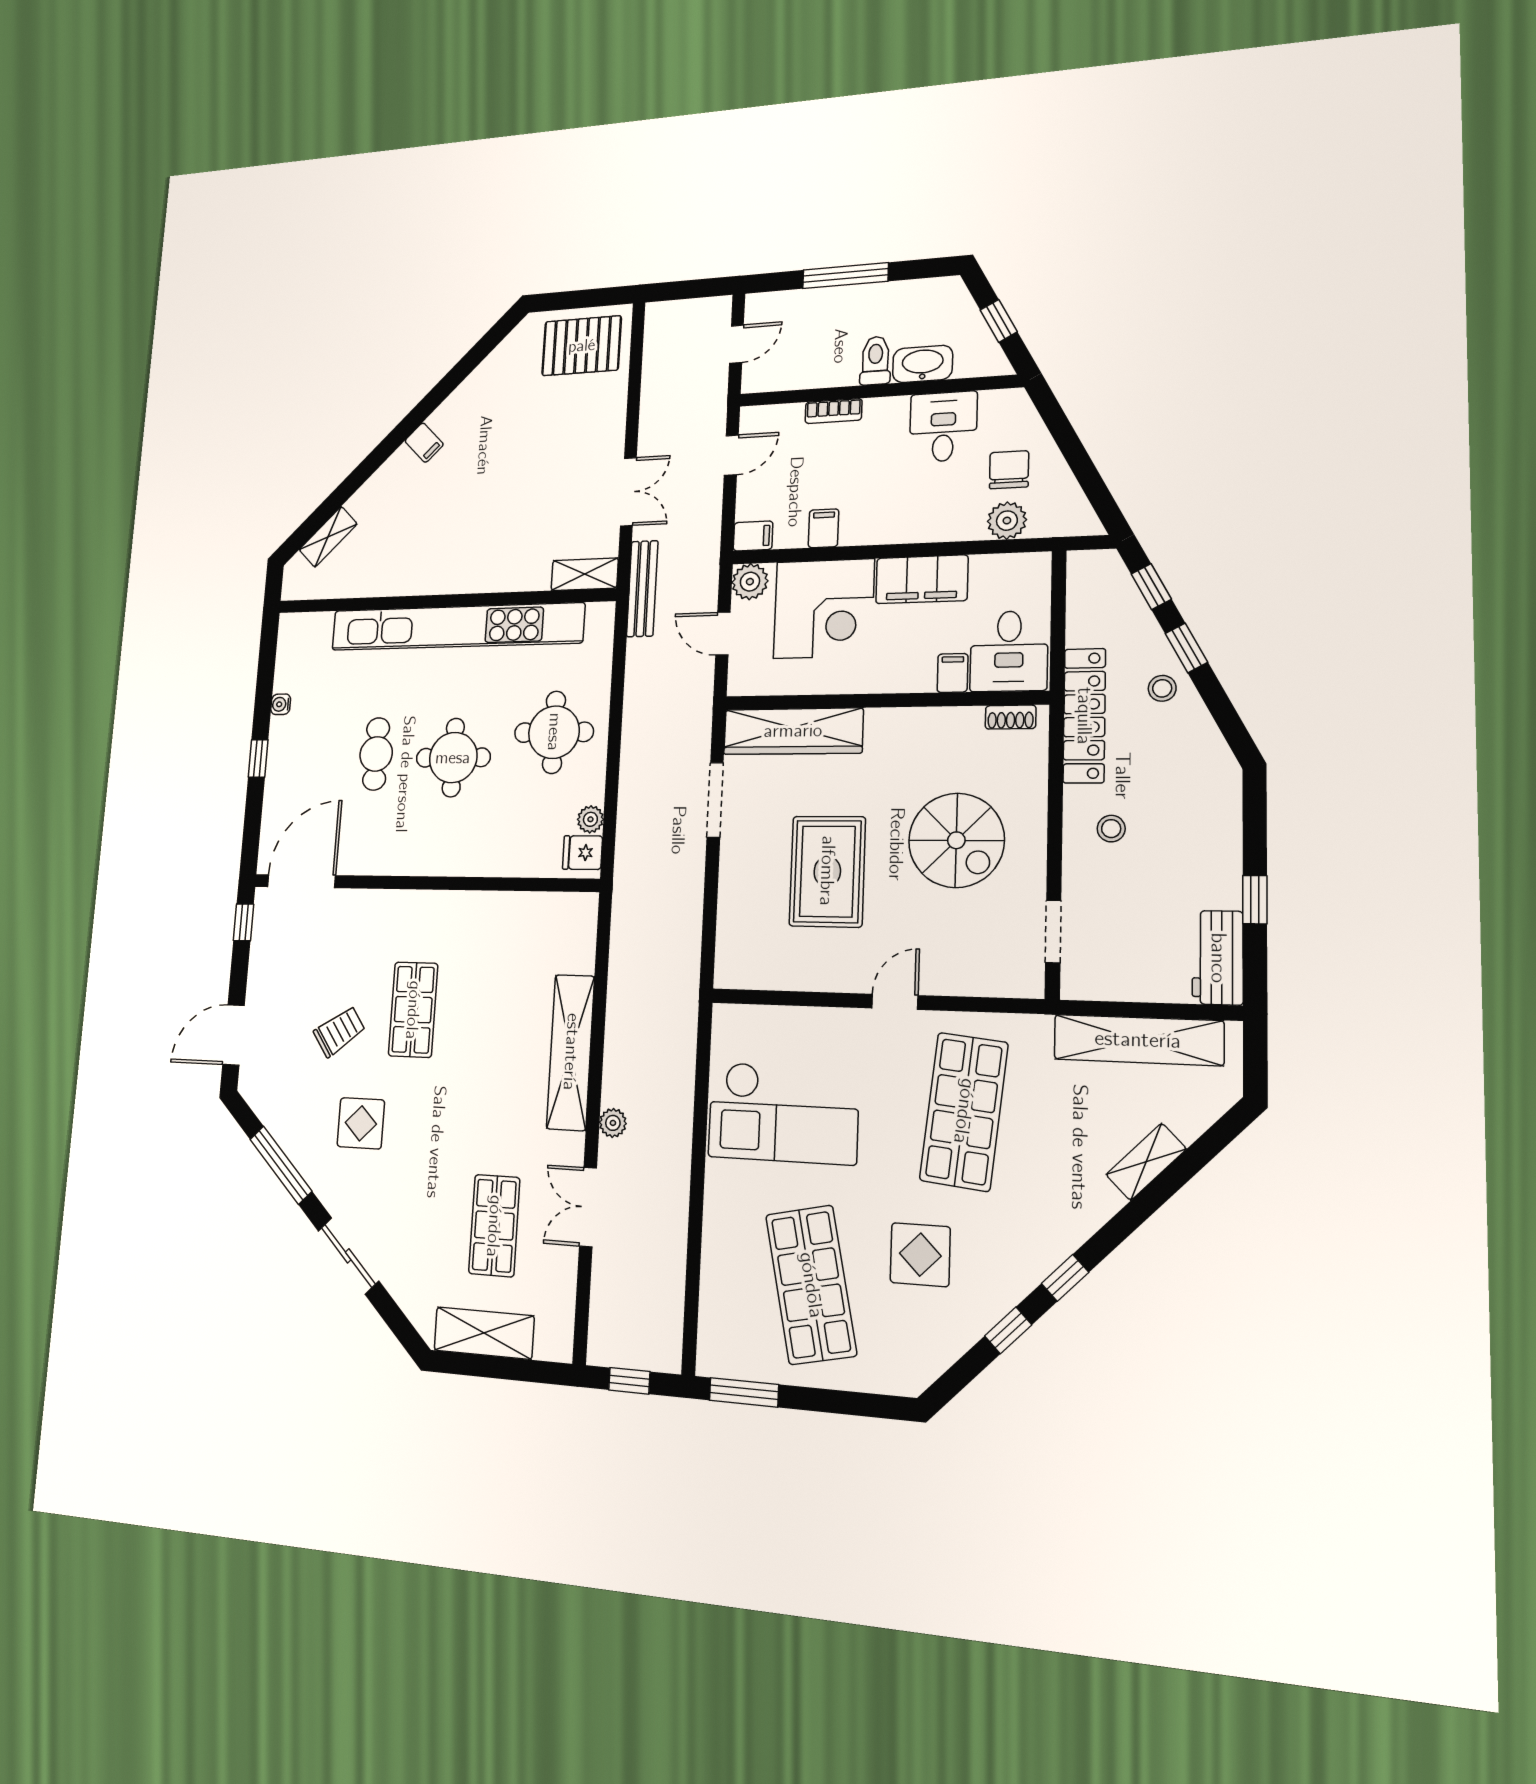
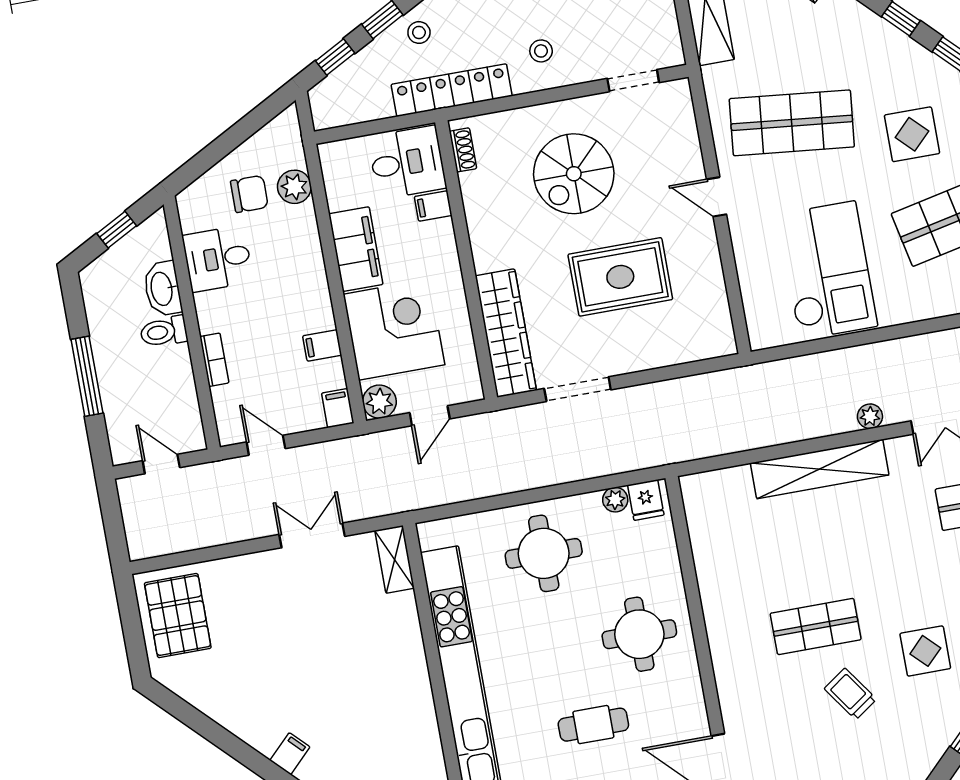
chair: (1009, 470) -> (249, 194), turned 180
bench: (642, 589) -> (400, 501), removed
round table: (453, 758) -> (639, 634), moved
spiral stairs: (956, 840) -> (574, 174), turned 180

